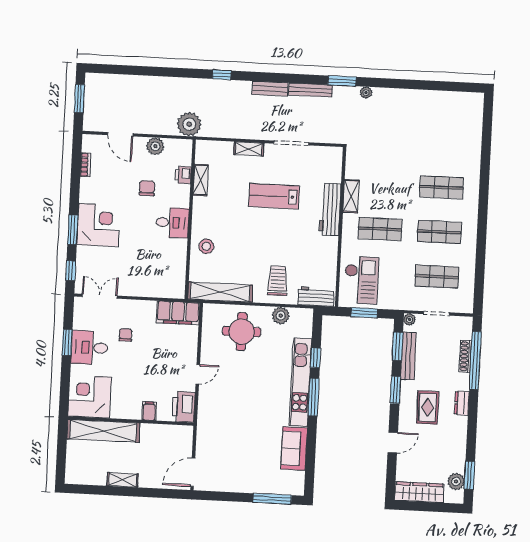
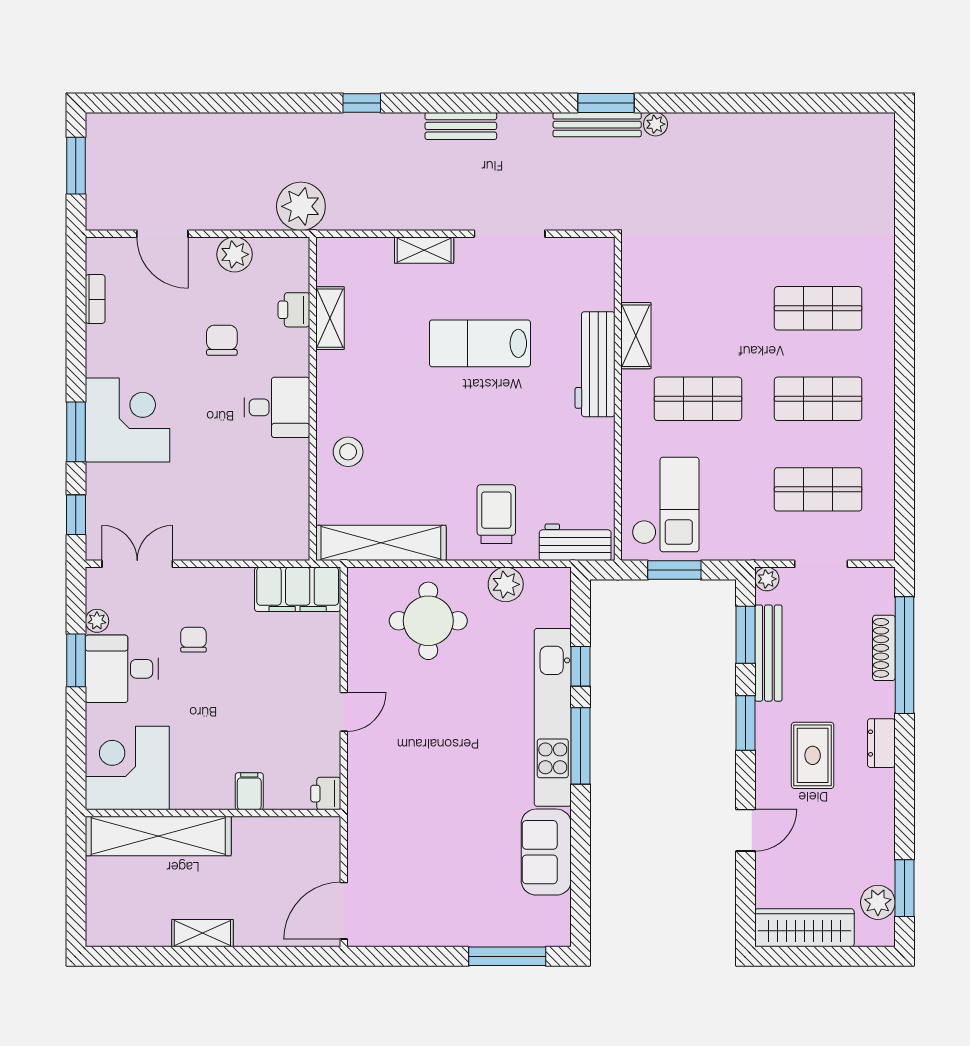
bench: (311, 90) -> (597, 125), moved
plant: (78, 323) -> (97, 621), added
printer: (184, 407) -> (326, 794), width x0.53, depth x0.68

